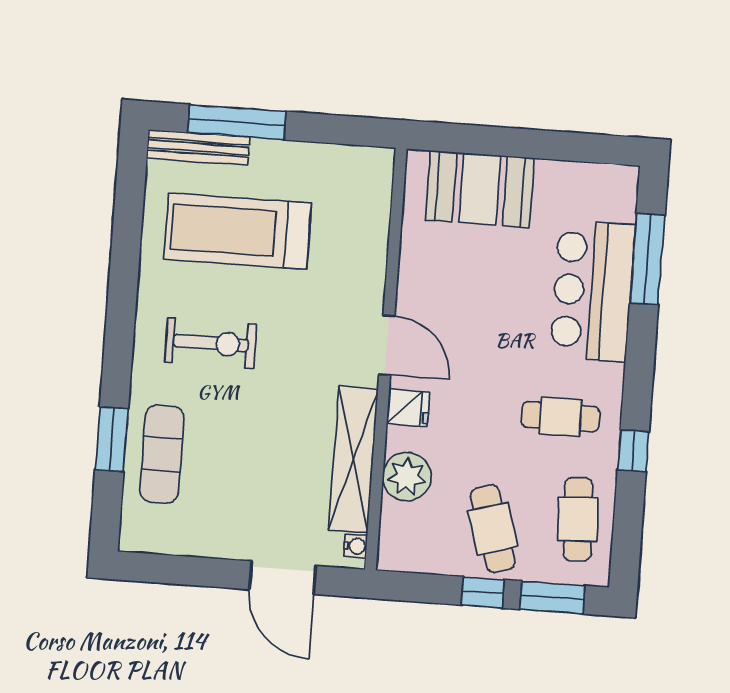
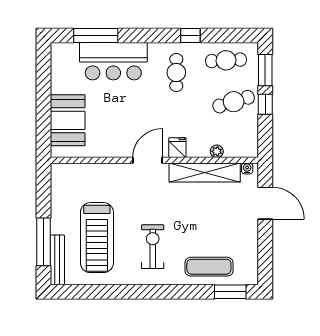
window: (112, 439) -> (230, 292), moved
plant: (407, 477) -> (217, 151), width x0.53, depth x0.53
door: (283, 578) -> (265, 203), hinge flipped

